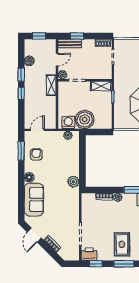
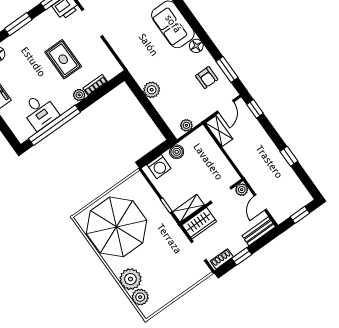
window: (77, 36) -> (242, 256), moved
boiler: (29, 61) -> (291, 179), removed
wardrobe: (101, 73) -> (199, 223), added
shelving: (51, 85) -> (219, 131), moved
window: (21, 93) -> (255, 109), moved
boiler: (85, 120) -> (177, 152), width x0.54, depth x0.54
washing machine: (68, 123) -> (159, 167), moved
plant: (73, 182) -> (152, 90), moved
rug: (122, 244) -> (63, 59), moved

